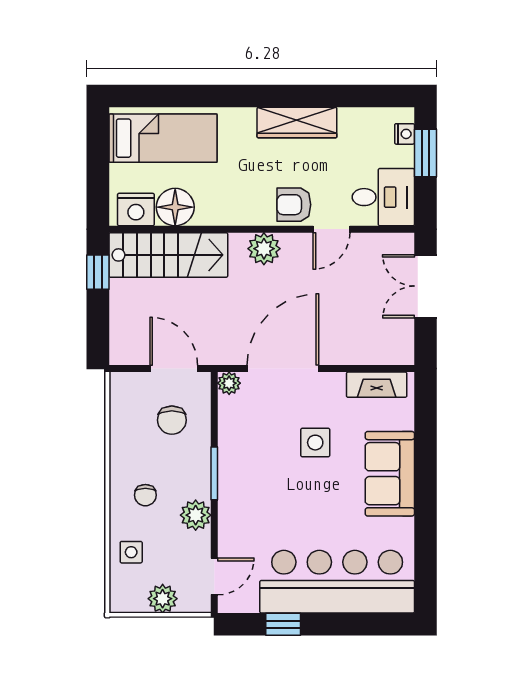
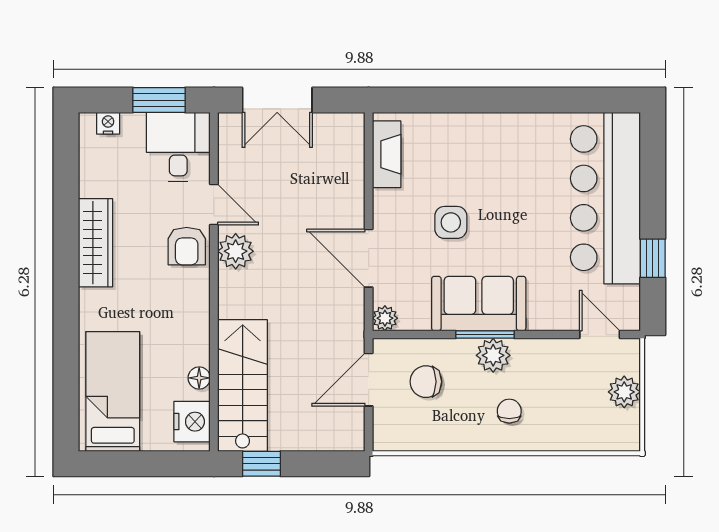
window: (425, 153) -> (159, 100), moved
floor lamp: (175, 207) -> (199, 378), width x0.53, depth x0.53
plant: (264, 249) -> (236, 251), moved
door: (283, 369) -> (369, 258), width x0.73
chair: (172, 420) -> (426, 382), turned 180
sofa: (390, 474) -> (479, 304), moved, turned 180
chair: (145, 495) -> (509, 411), turned -90
plant: (196, 515) -> (493, 355), moved
side table: (131, 552) -> (573, 427), removed

